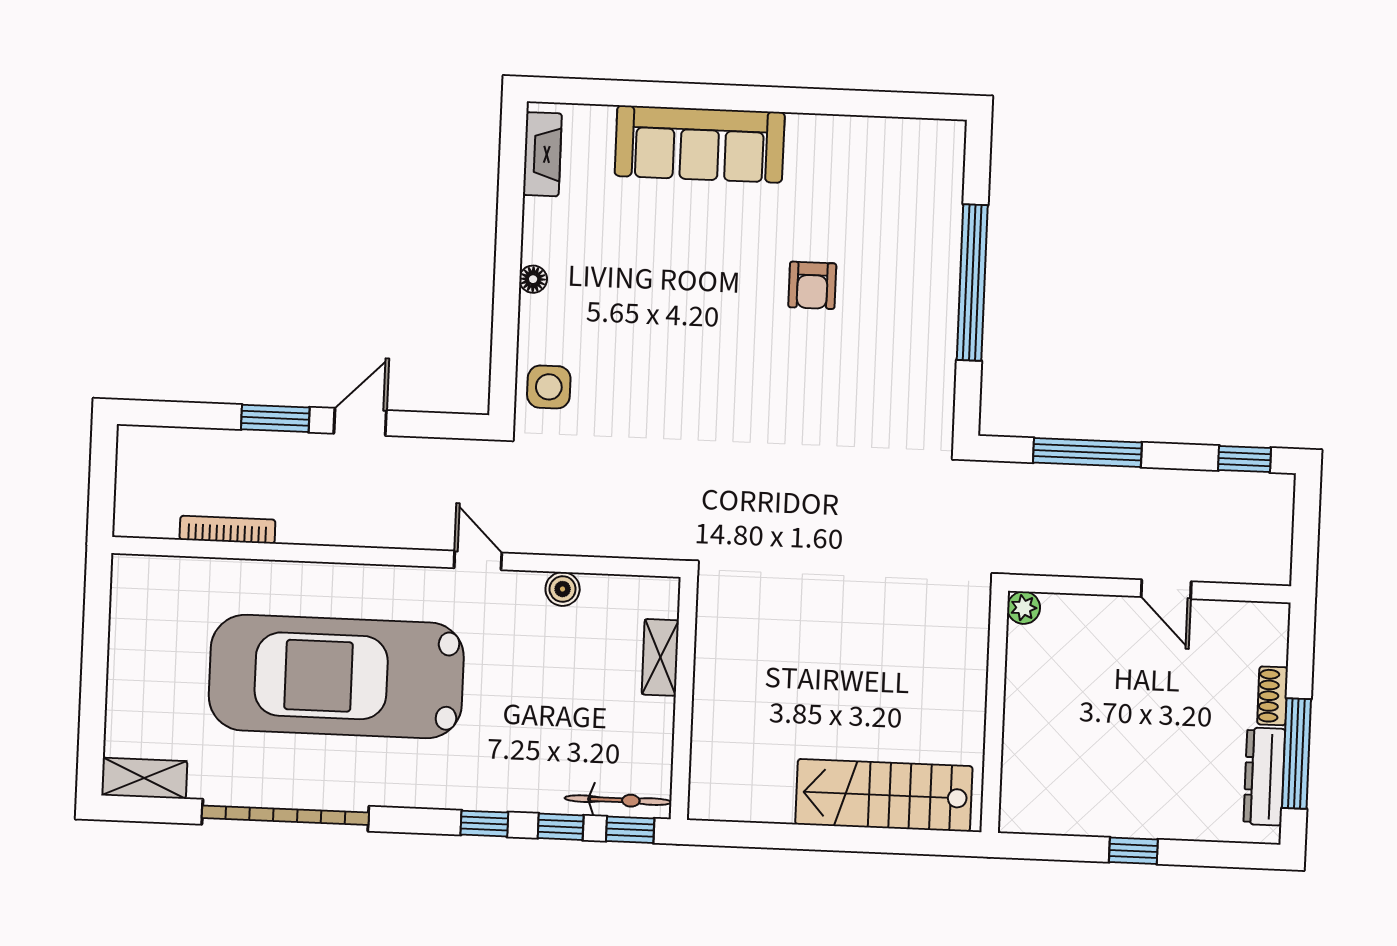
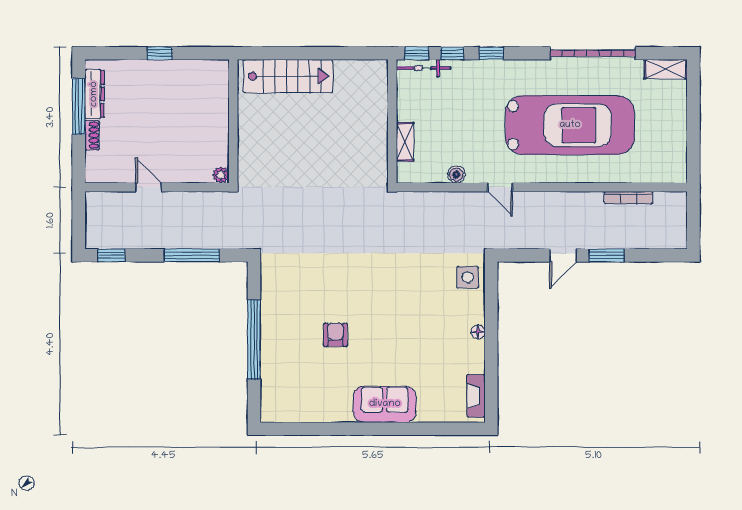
sofa: (700, 144) -> (385, 404), width x0.73

